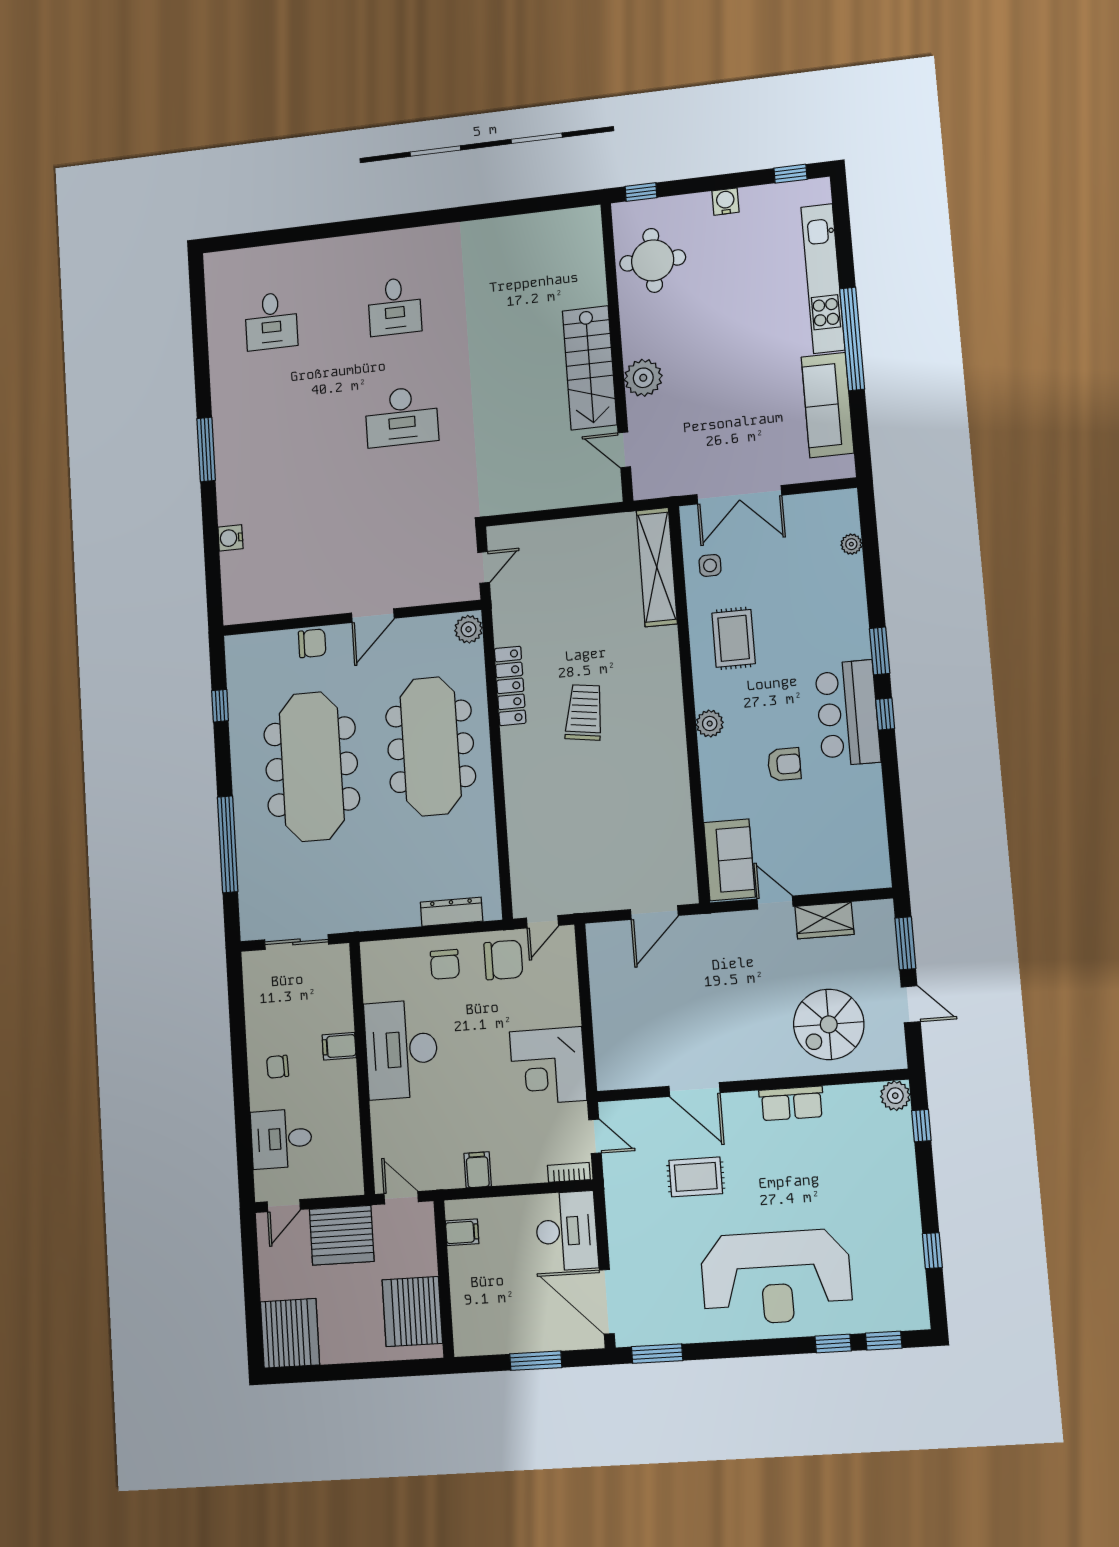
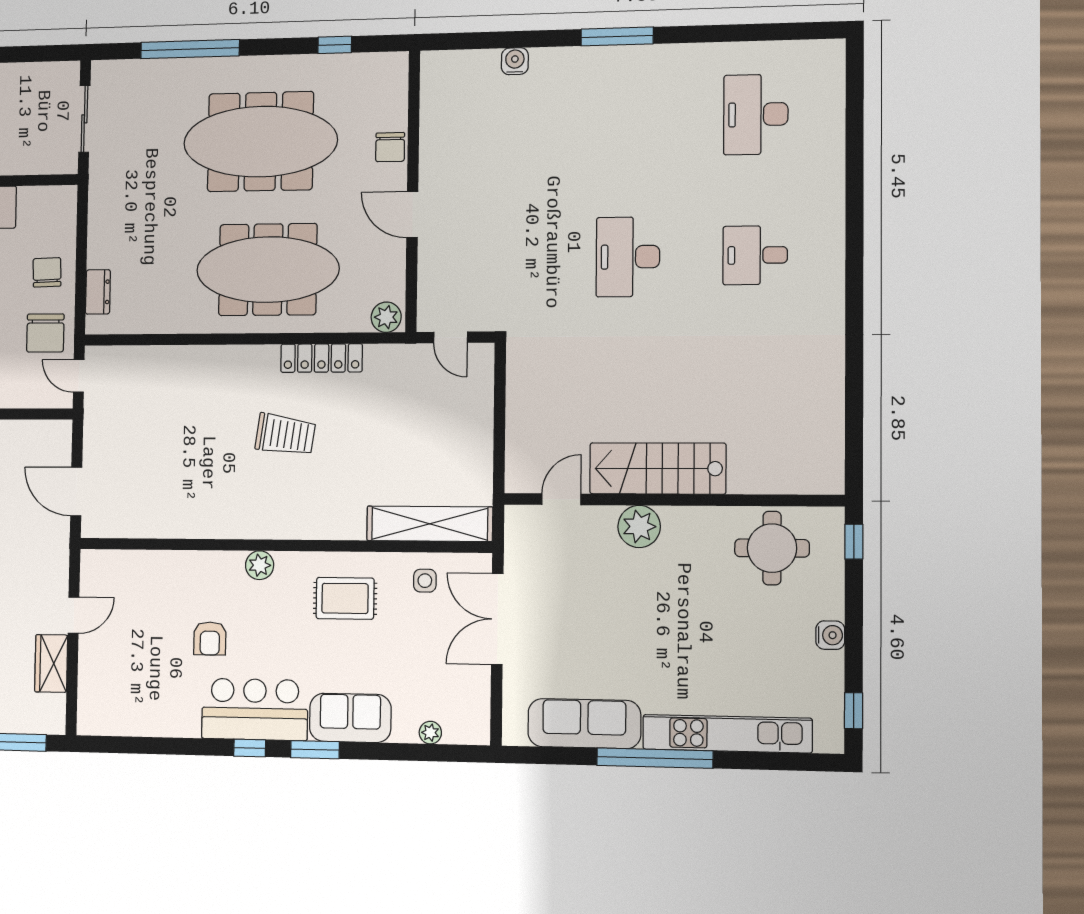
desk: (271, 321) -> (756, 114), width x1.37
sofa: (729, 860) -> (350, 718), moved, turned 180
dresser: (452, 912) -> (98, 292), width x0.70
chair: (445, 964) -> (47, 272), turned 88

